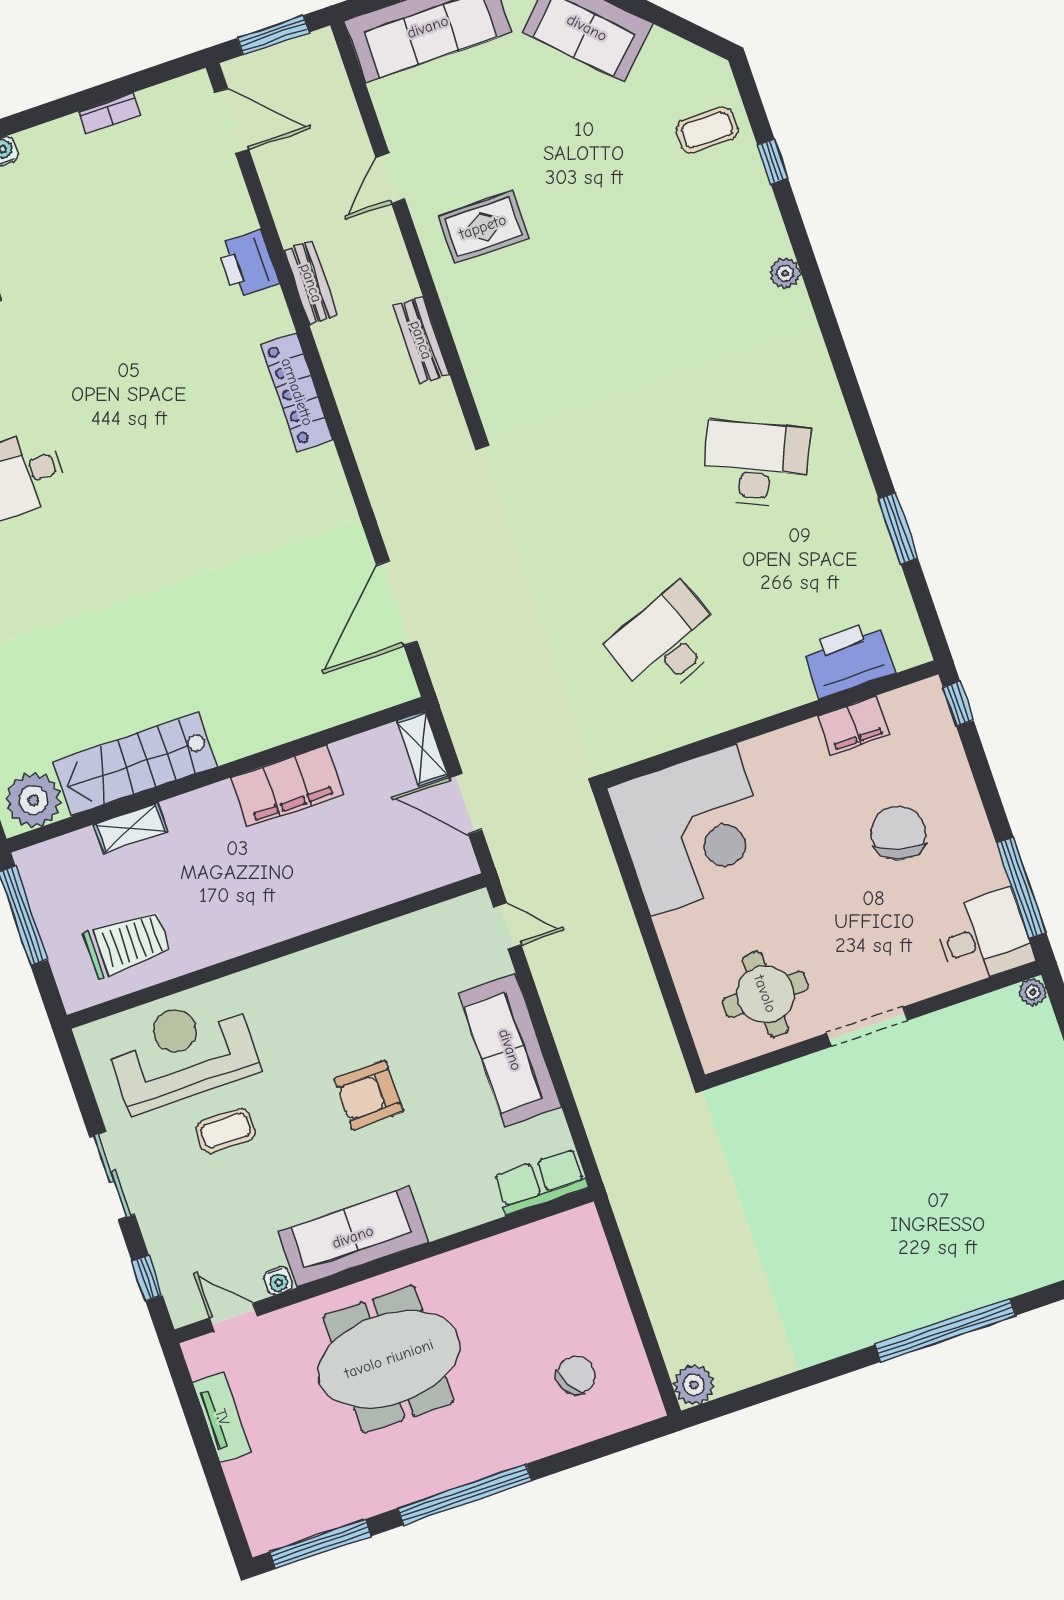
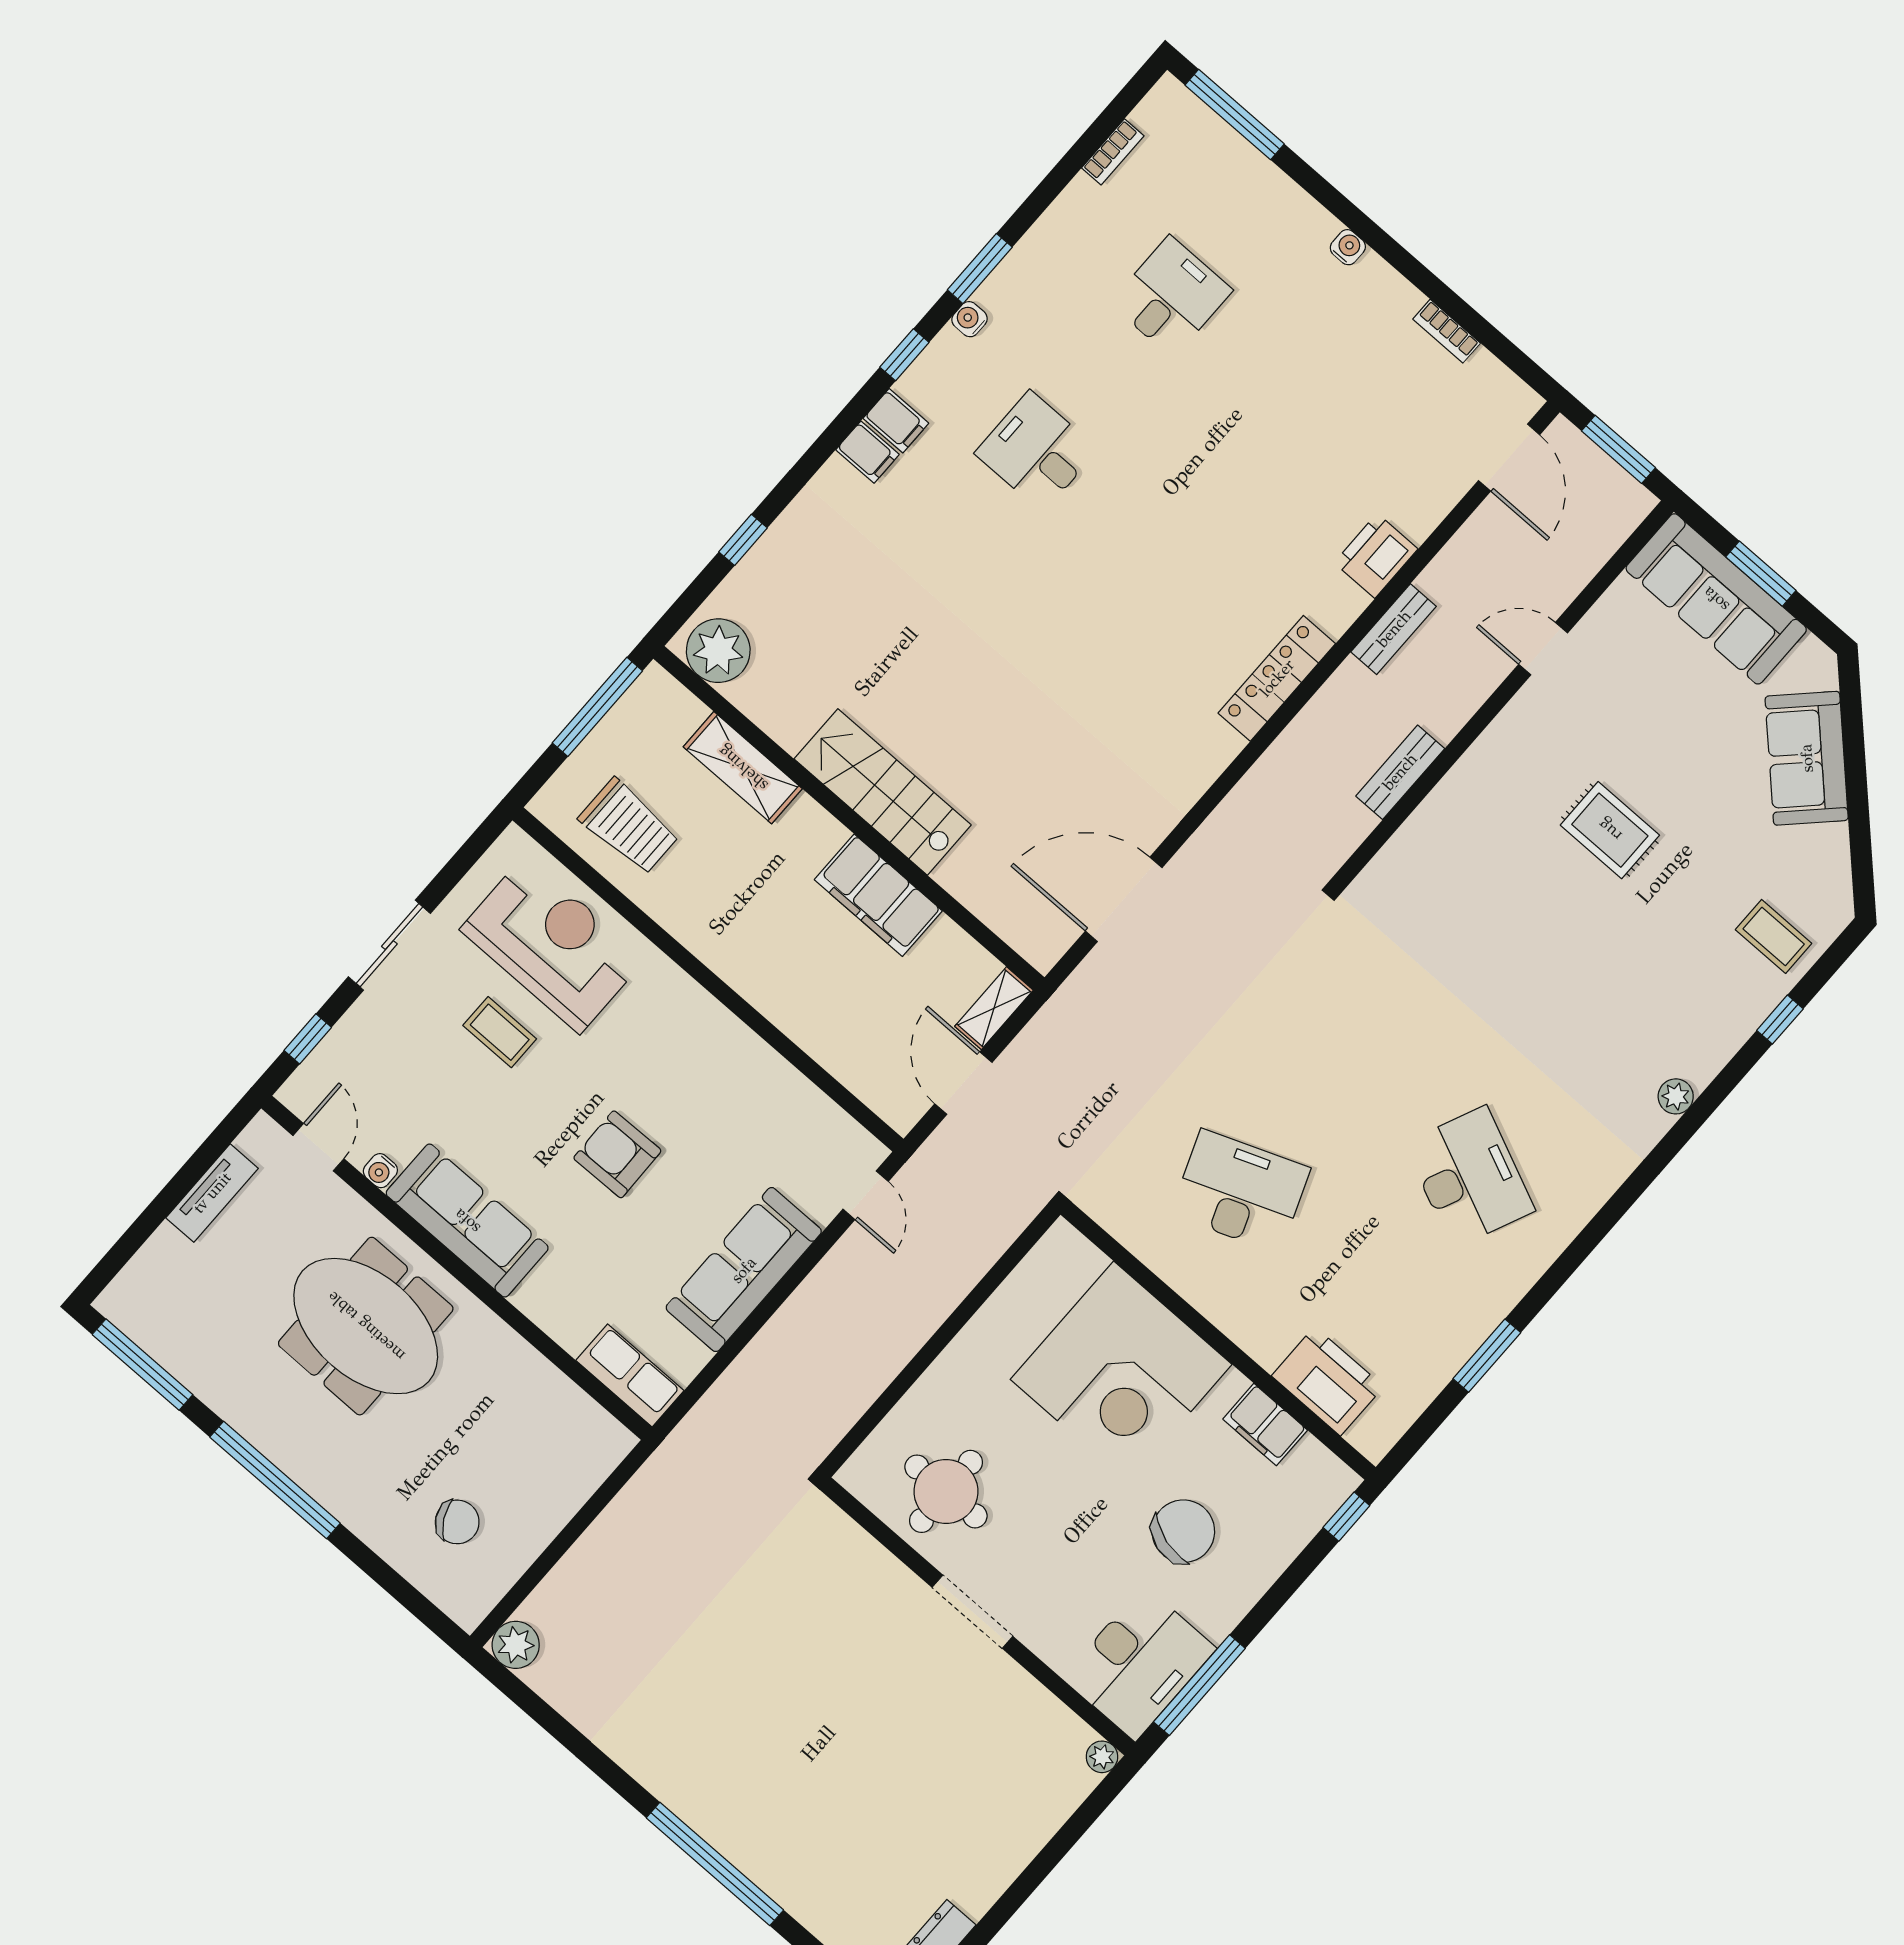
rug: (483, 227) -> (1610, 830), moved
stairs: (135, 764) -> (883, 792), moved
shelving: (131, 828) -> (743, 768), width x1.50, depth x1.33
corner desk: (694, 830) -> (1121, 1372), moved
desk: (983, 937) -> (1139, 1663), width x1.37

